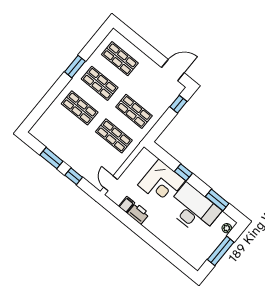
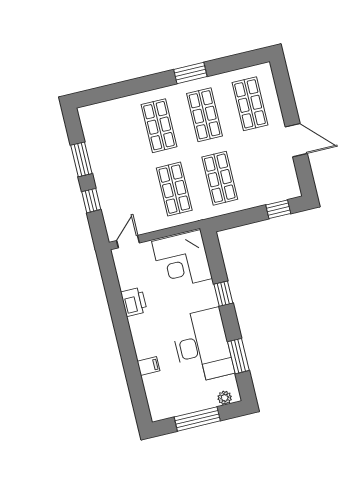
door: (173, 70) -> (296, 140), moved
corner desk: (161, 183) -> (182, 260), moved
filing cabinet: (127, 205) -> (149, 366), moved

